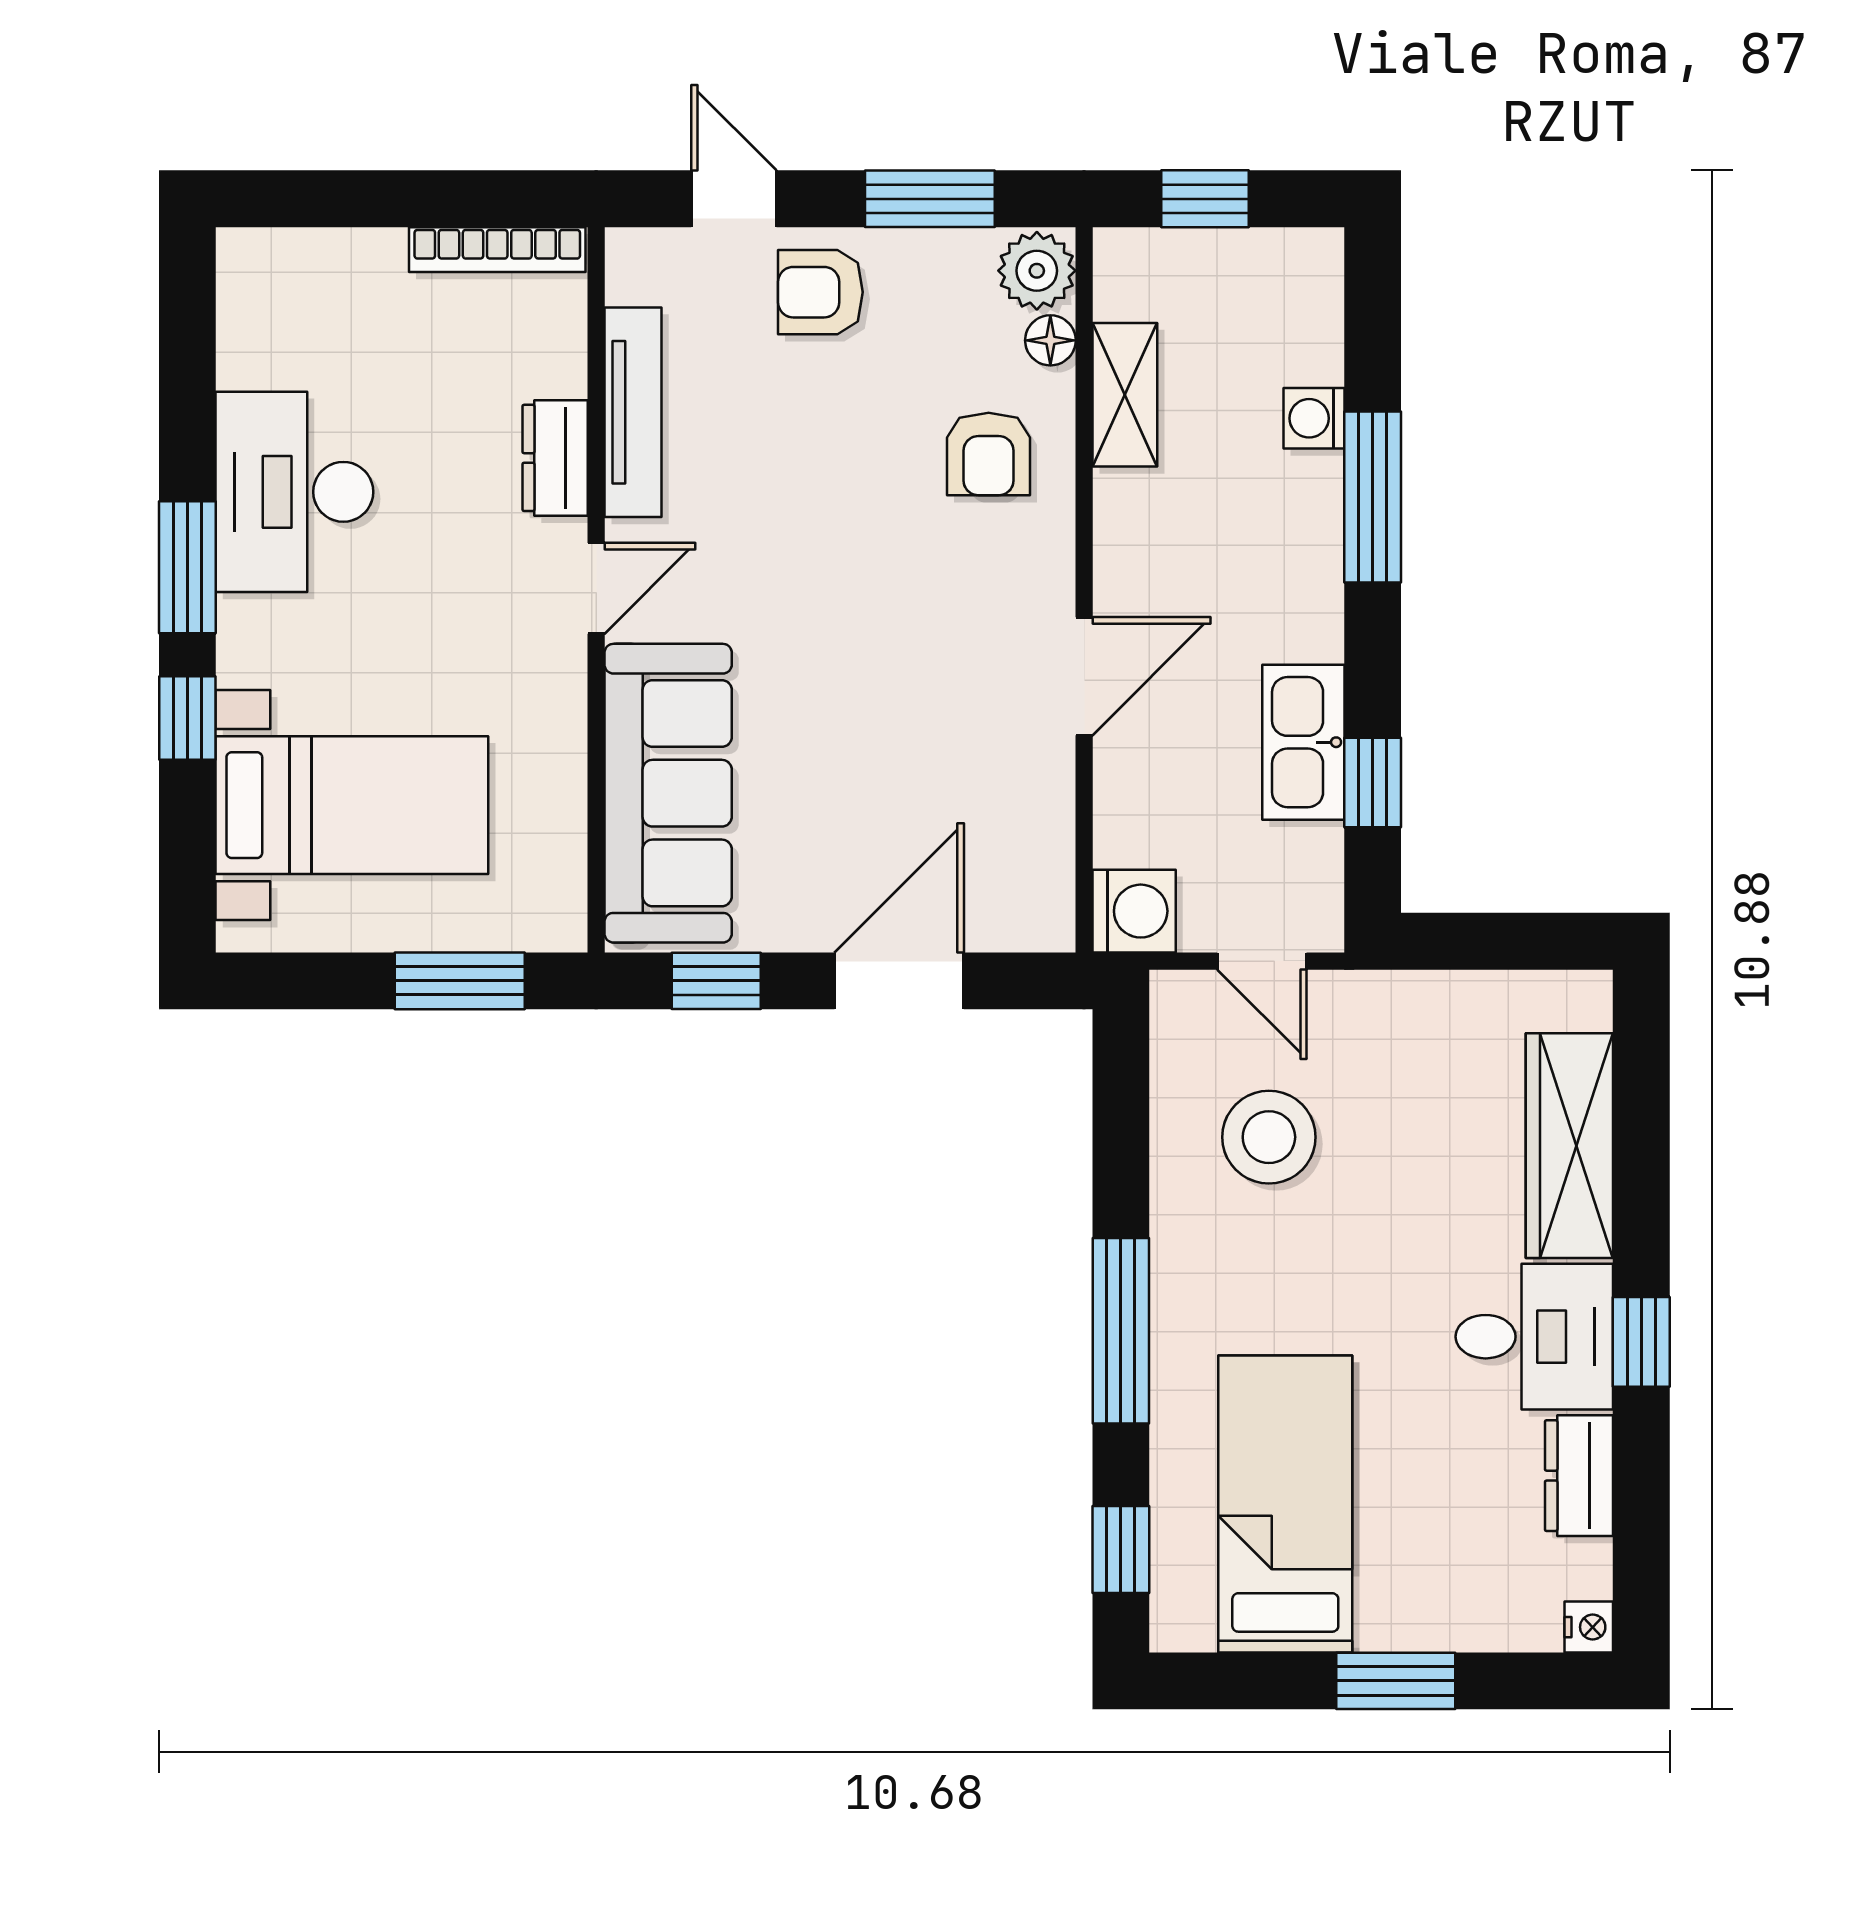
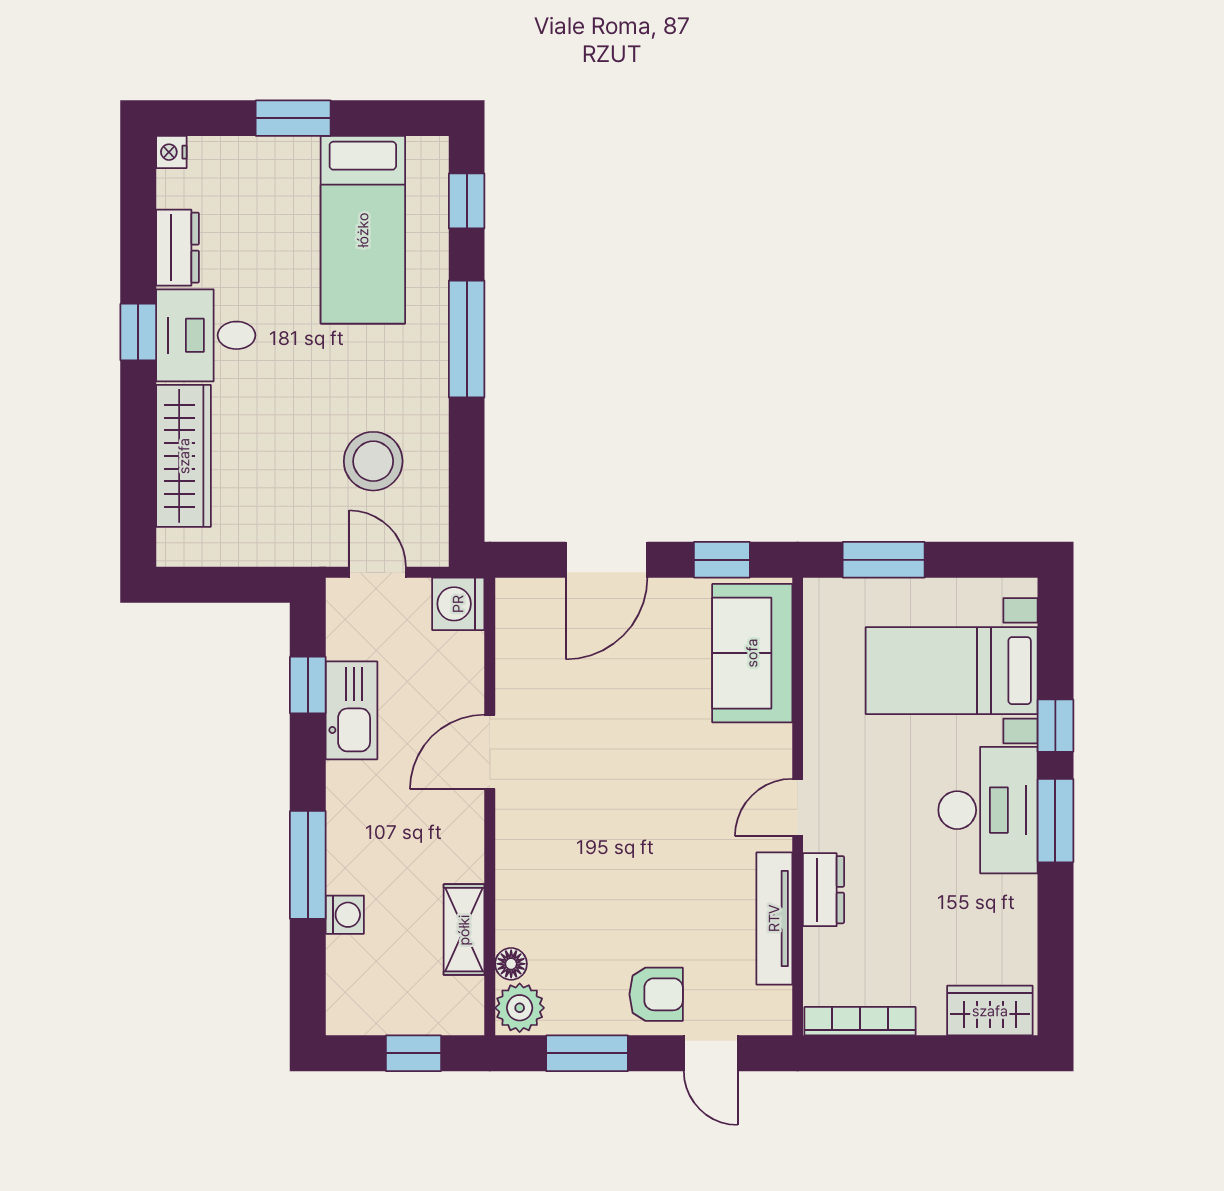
wardrobe: (291, 266) -> (990, 1011), added
armchair: (989, 454) -> (550, 892), removed
desk: (294, 492) -> (988, 810), moved
sofa: (668, 793) -> (752, 653), width x0.73

